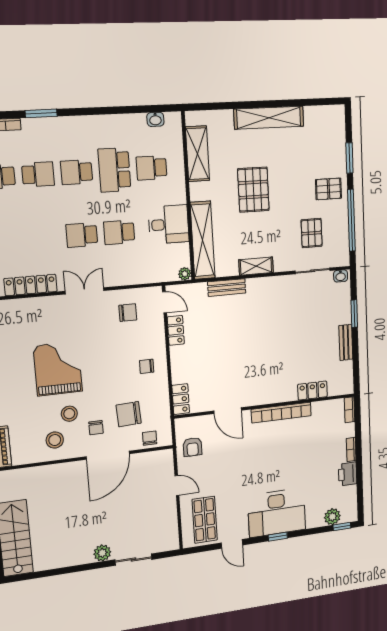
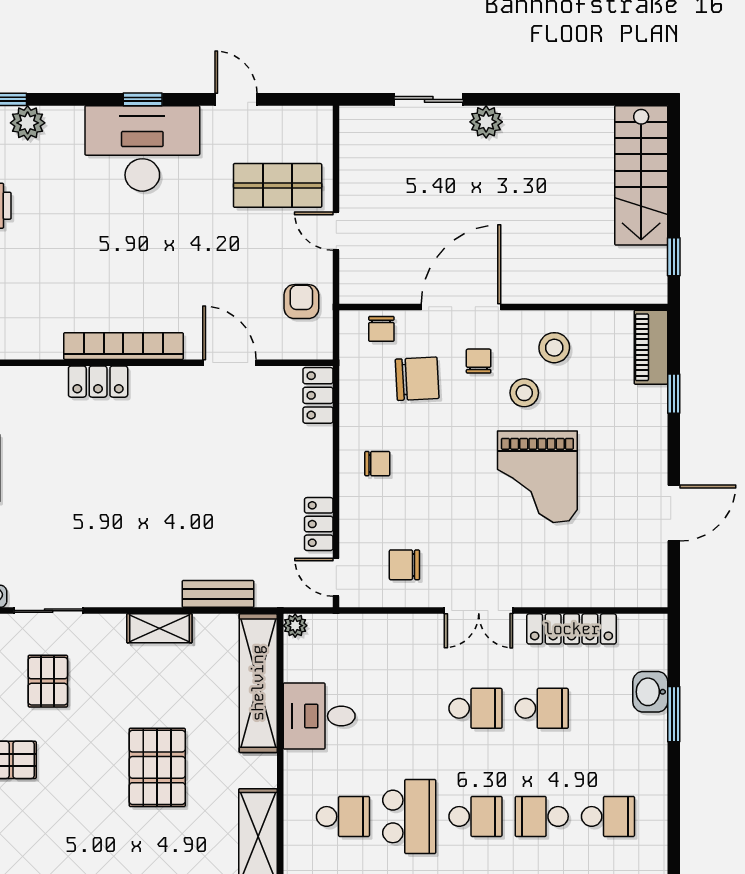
school desk: (119, 232) -> (542, 708), moved
locker: (312, 391) -> (98, 382), moved
shop shelf: (205, 520) -> (278, 185), moved, turned 90

